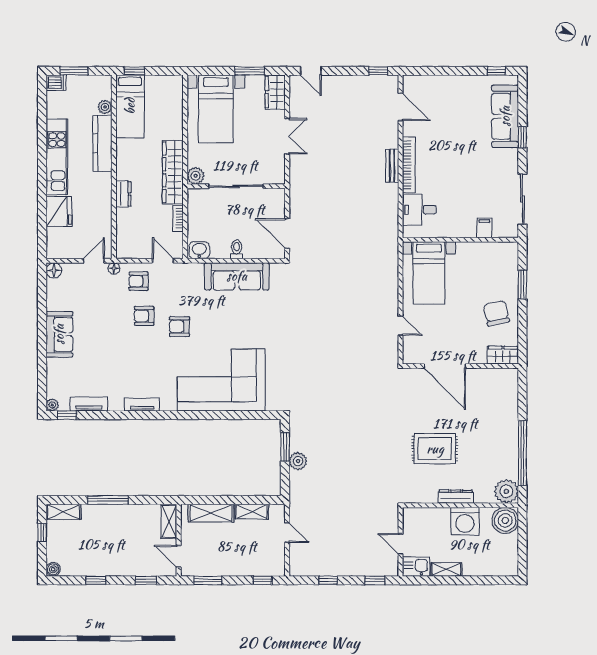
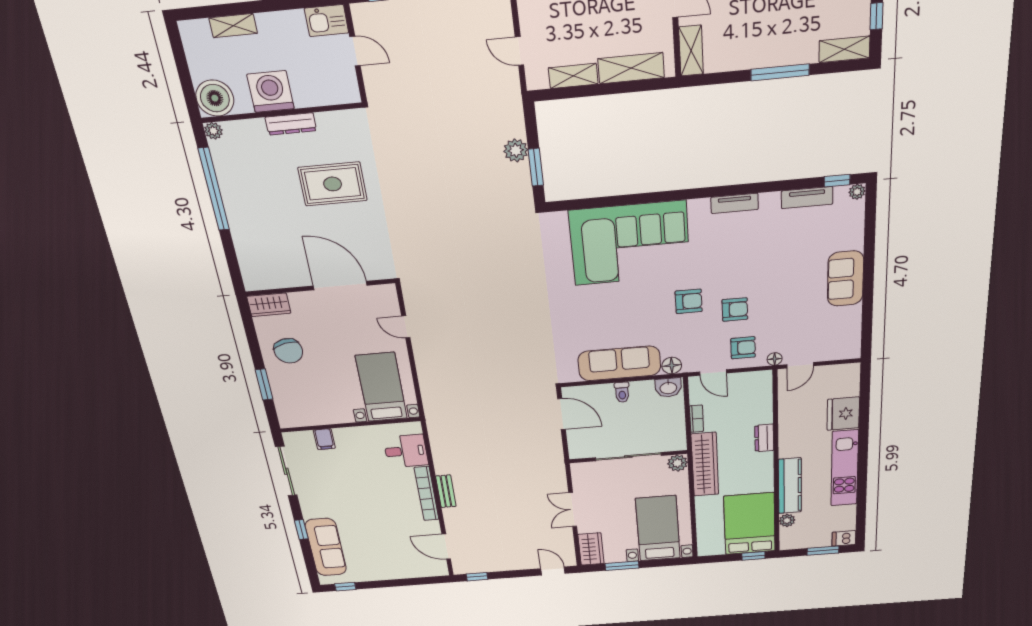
bed: (130, 106) -> (750, 524), width x1.50
floor lamp: (54, 270) -> (672, 366), moved
plant: (506, 491) -> (213, 131), width x0.53, depth x0.53
shelving: (446, 569) -> (233, 26), moved

